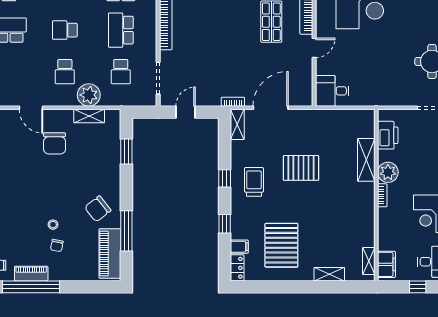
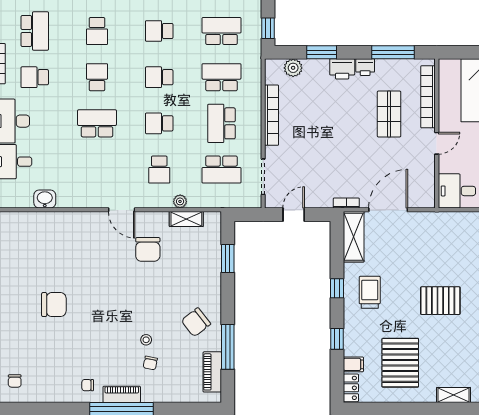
school desk: (121, 72) -> (222, 170), width x1.85
plant: (89, 95) -> (180, 201), width x0.53, depth x0.53
shelving: (237, 124) -> (354, 237), width x1.50, depth x1.33
pallet: (301, 168) -> (440, 301), moved
piano: (110, 253) -> (212, 372), width x0.73, depth x0.75

